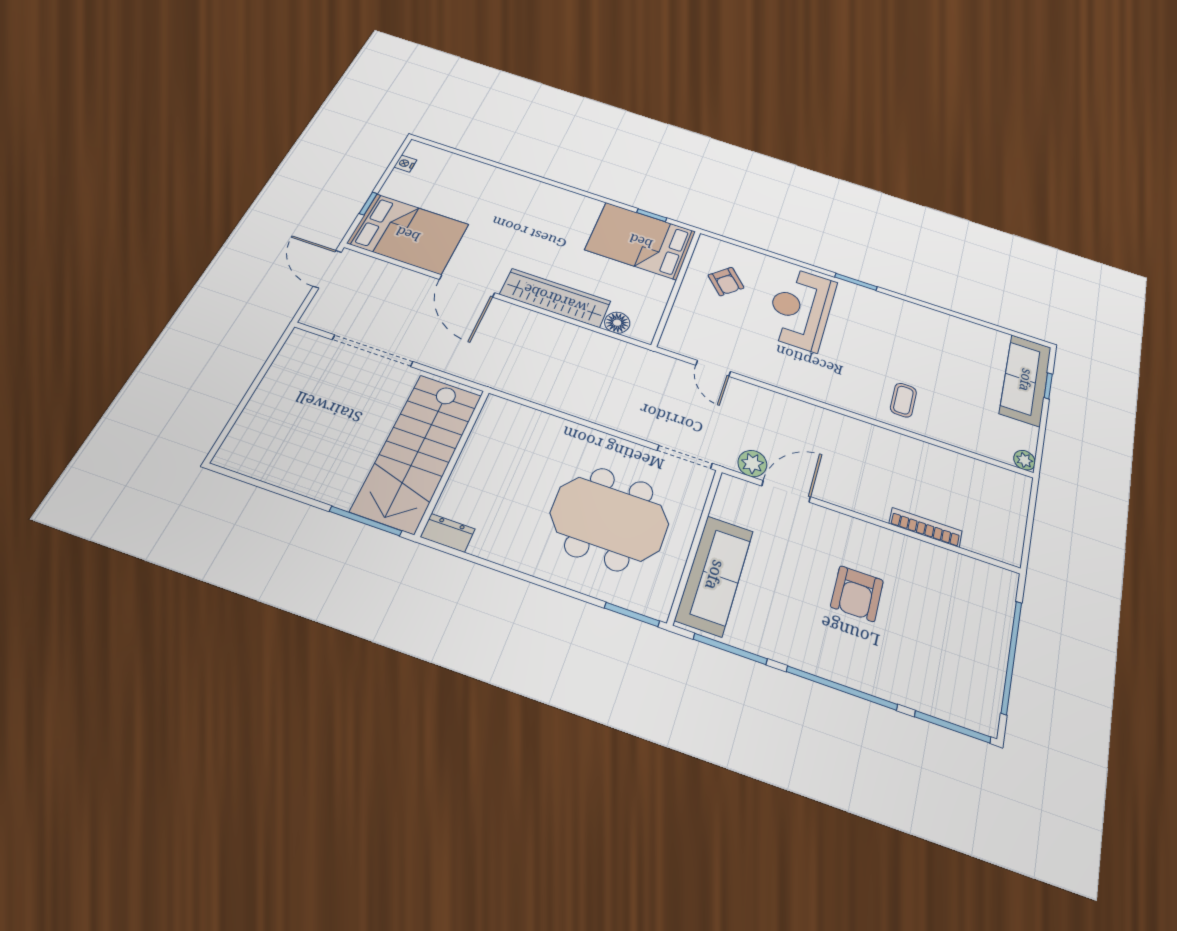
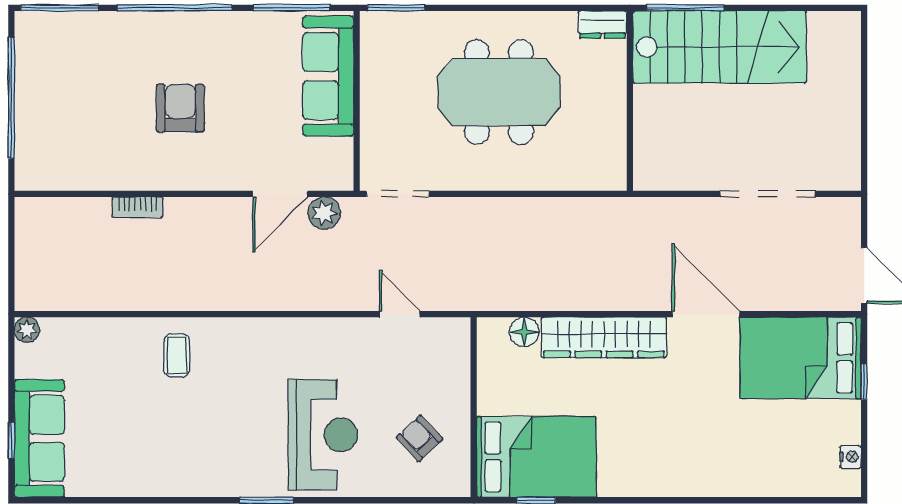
stairs: (418, 452) -> (720, 47), moved, turned 90
meeting table: (609, 519) -> (499, 92), moved
bookcase: (926, 527) -> (138, 207), width x0.64

